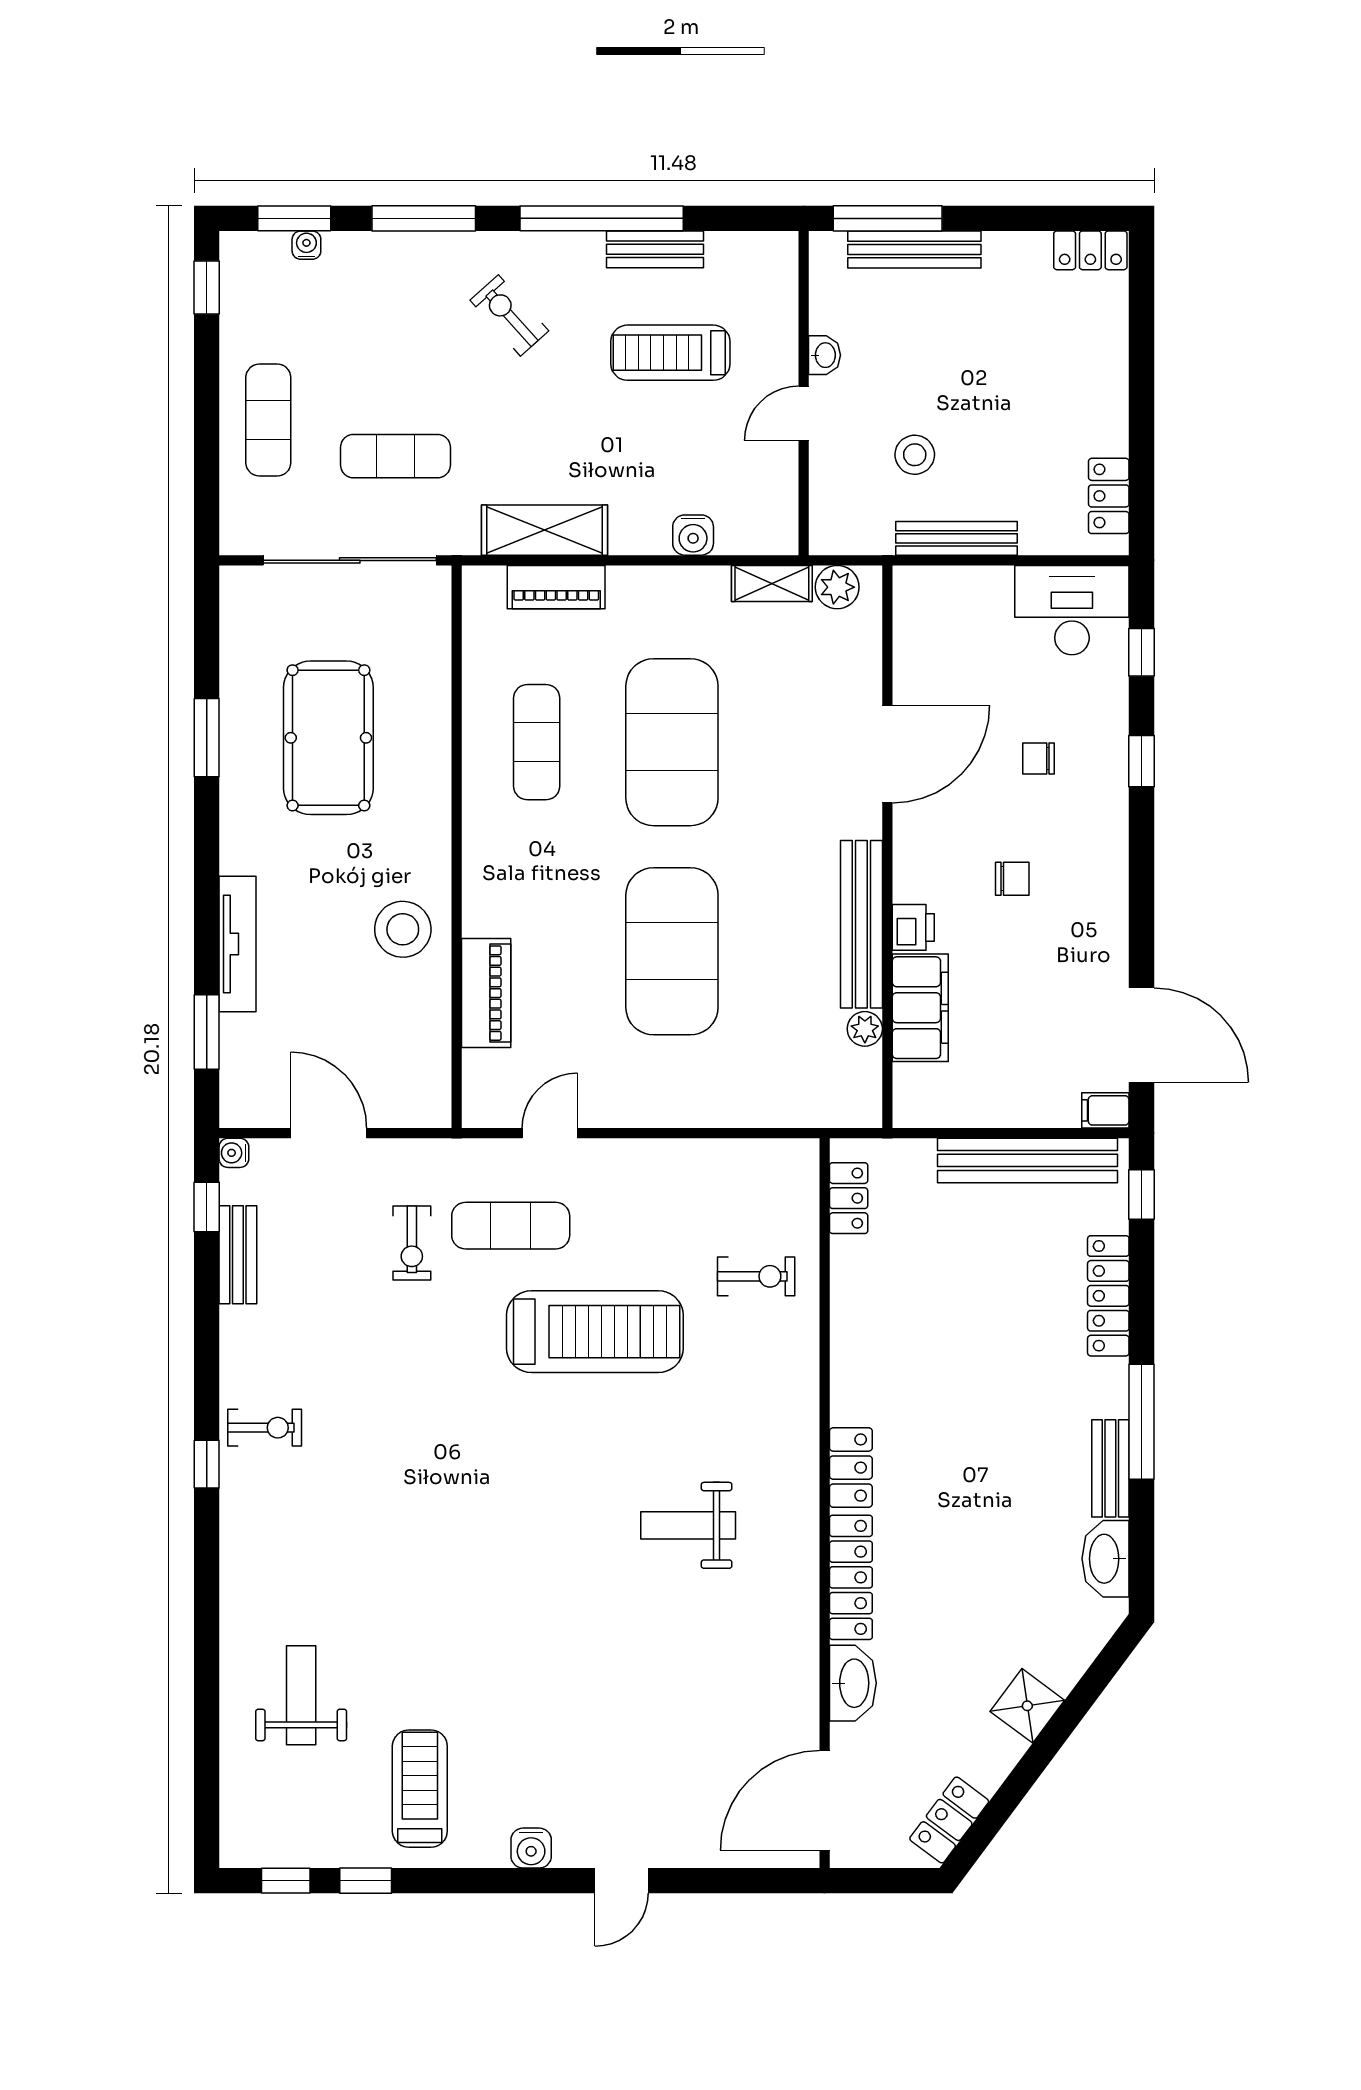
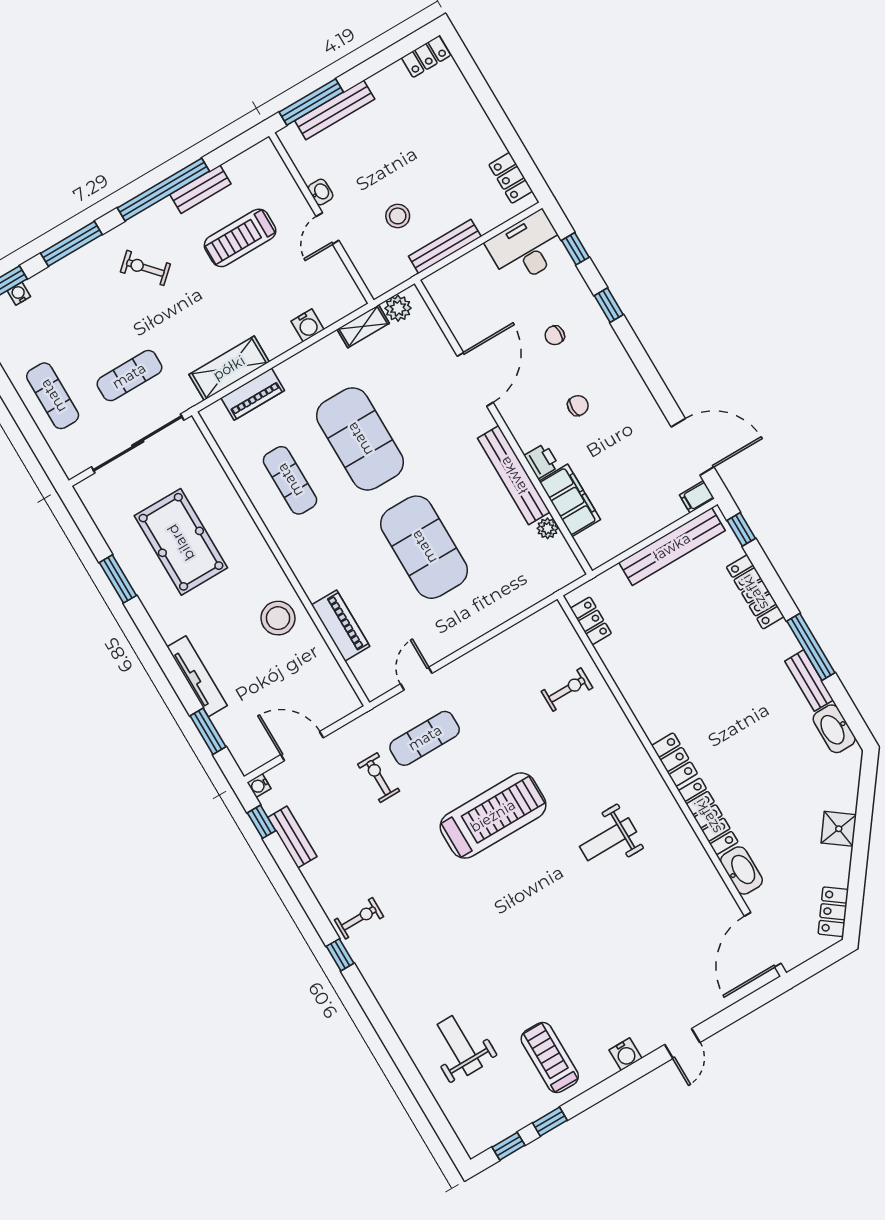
exercise bike: (412, 1243) -> (379, 778), turned 180
treadmill: (595, 1332) -> (493, 816), moved

